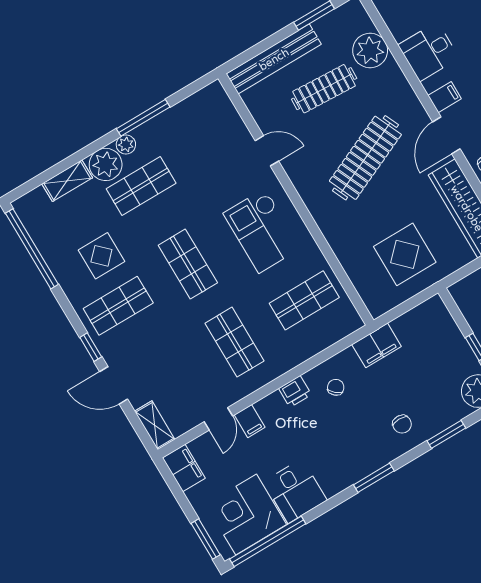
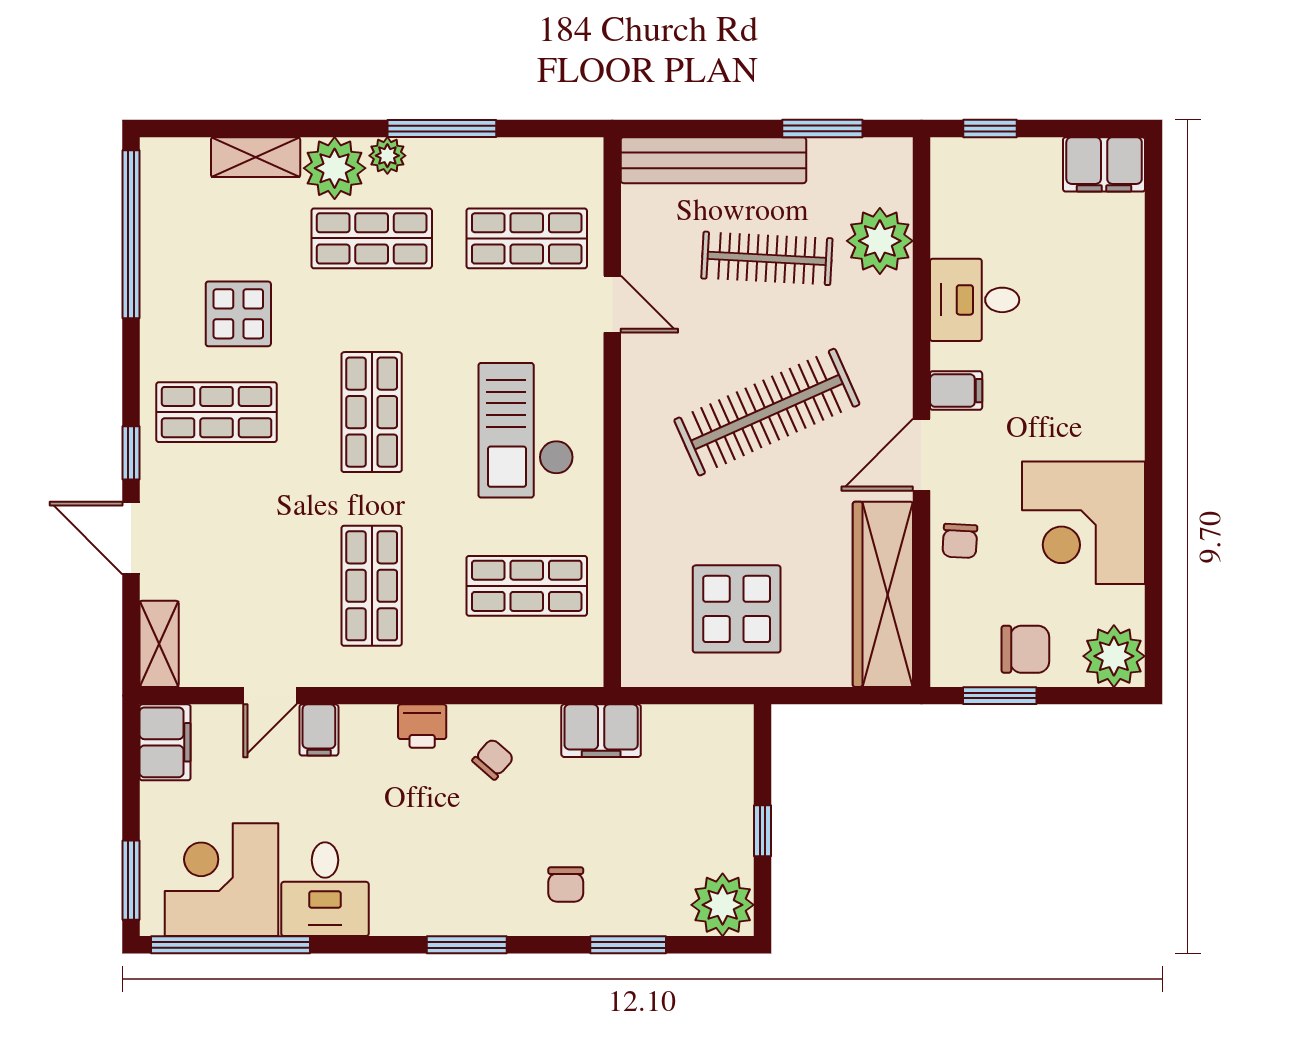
shop shelf: (211, 144) -> (527, 238), added

